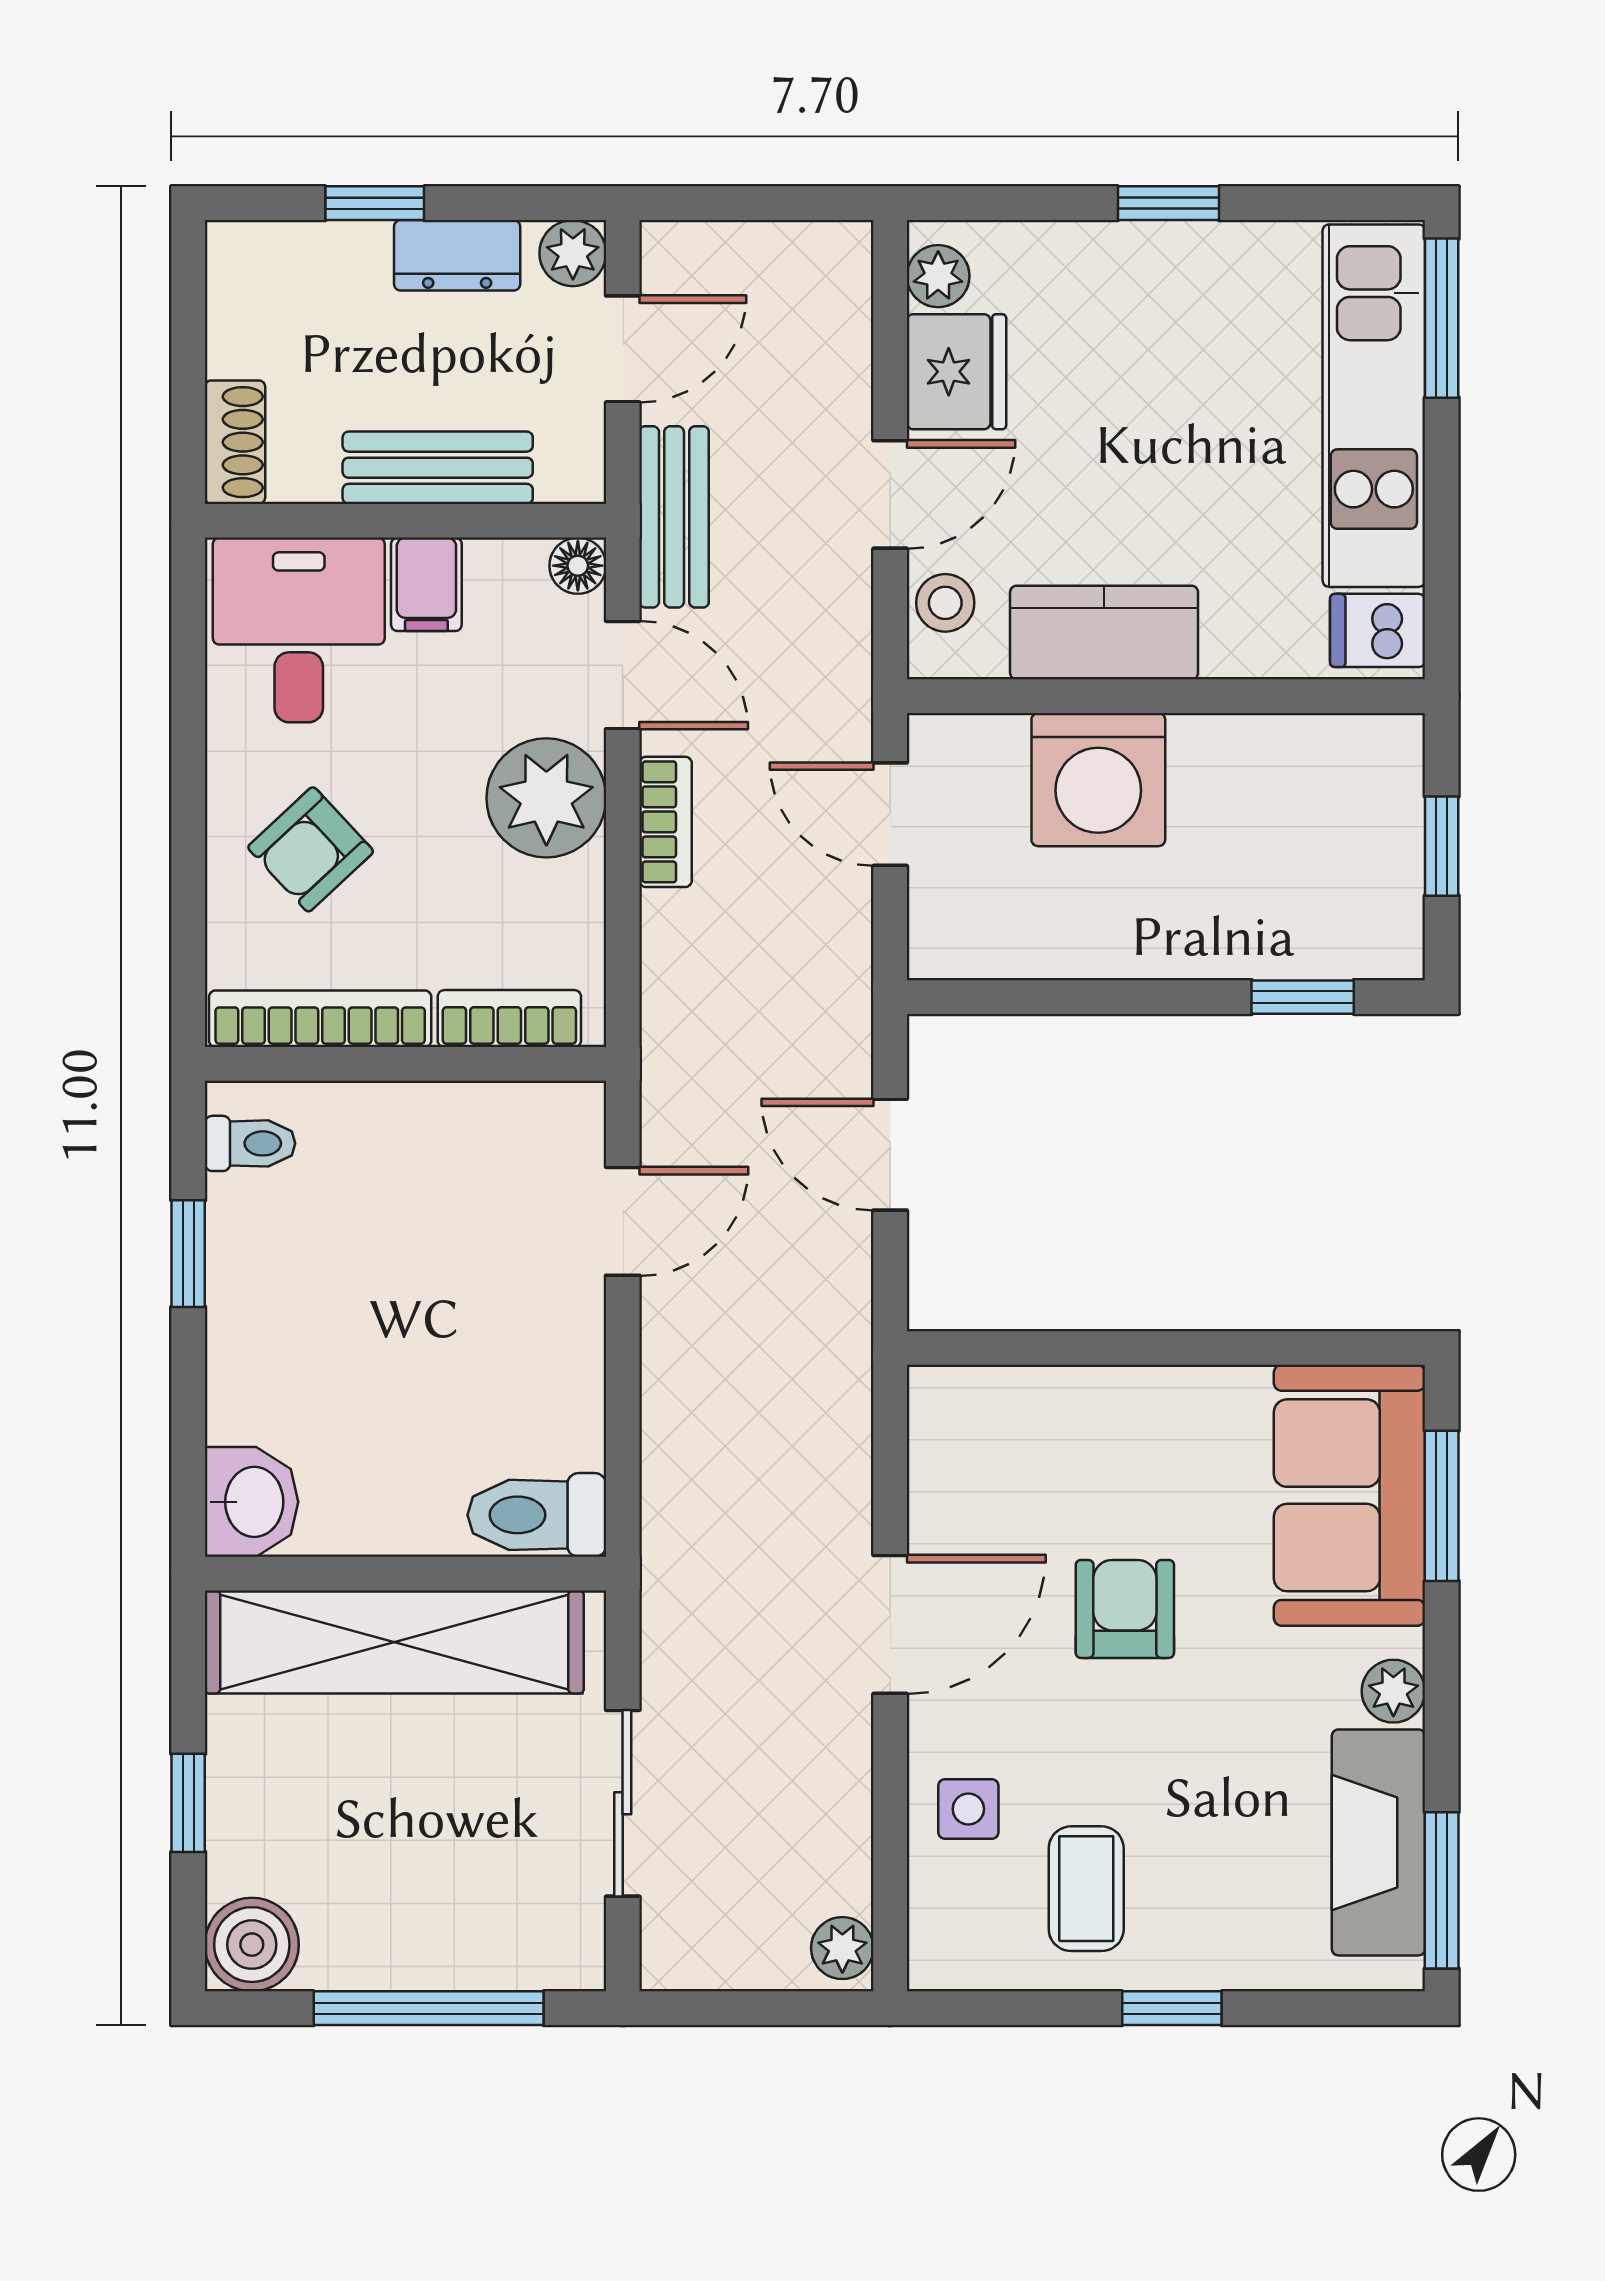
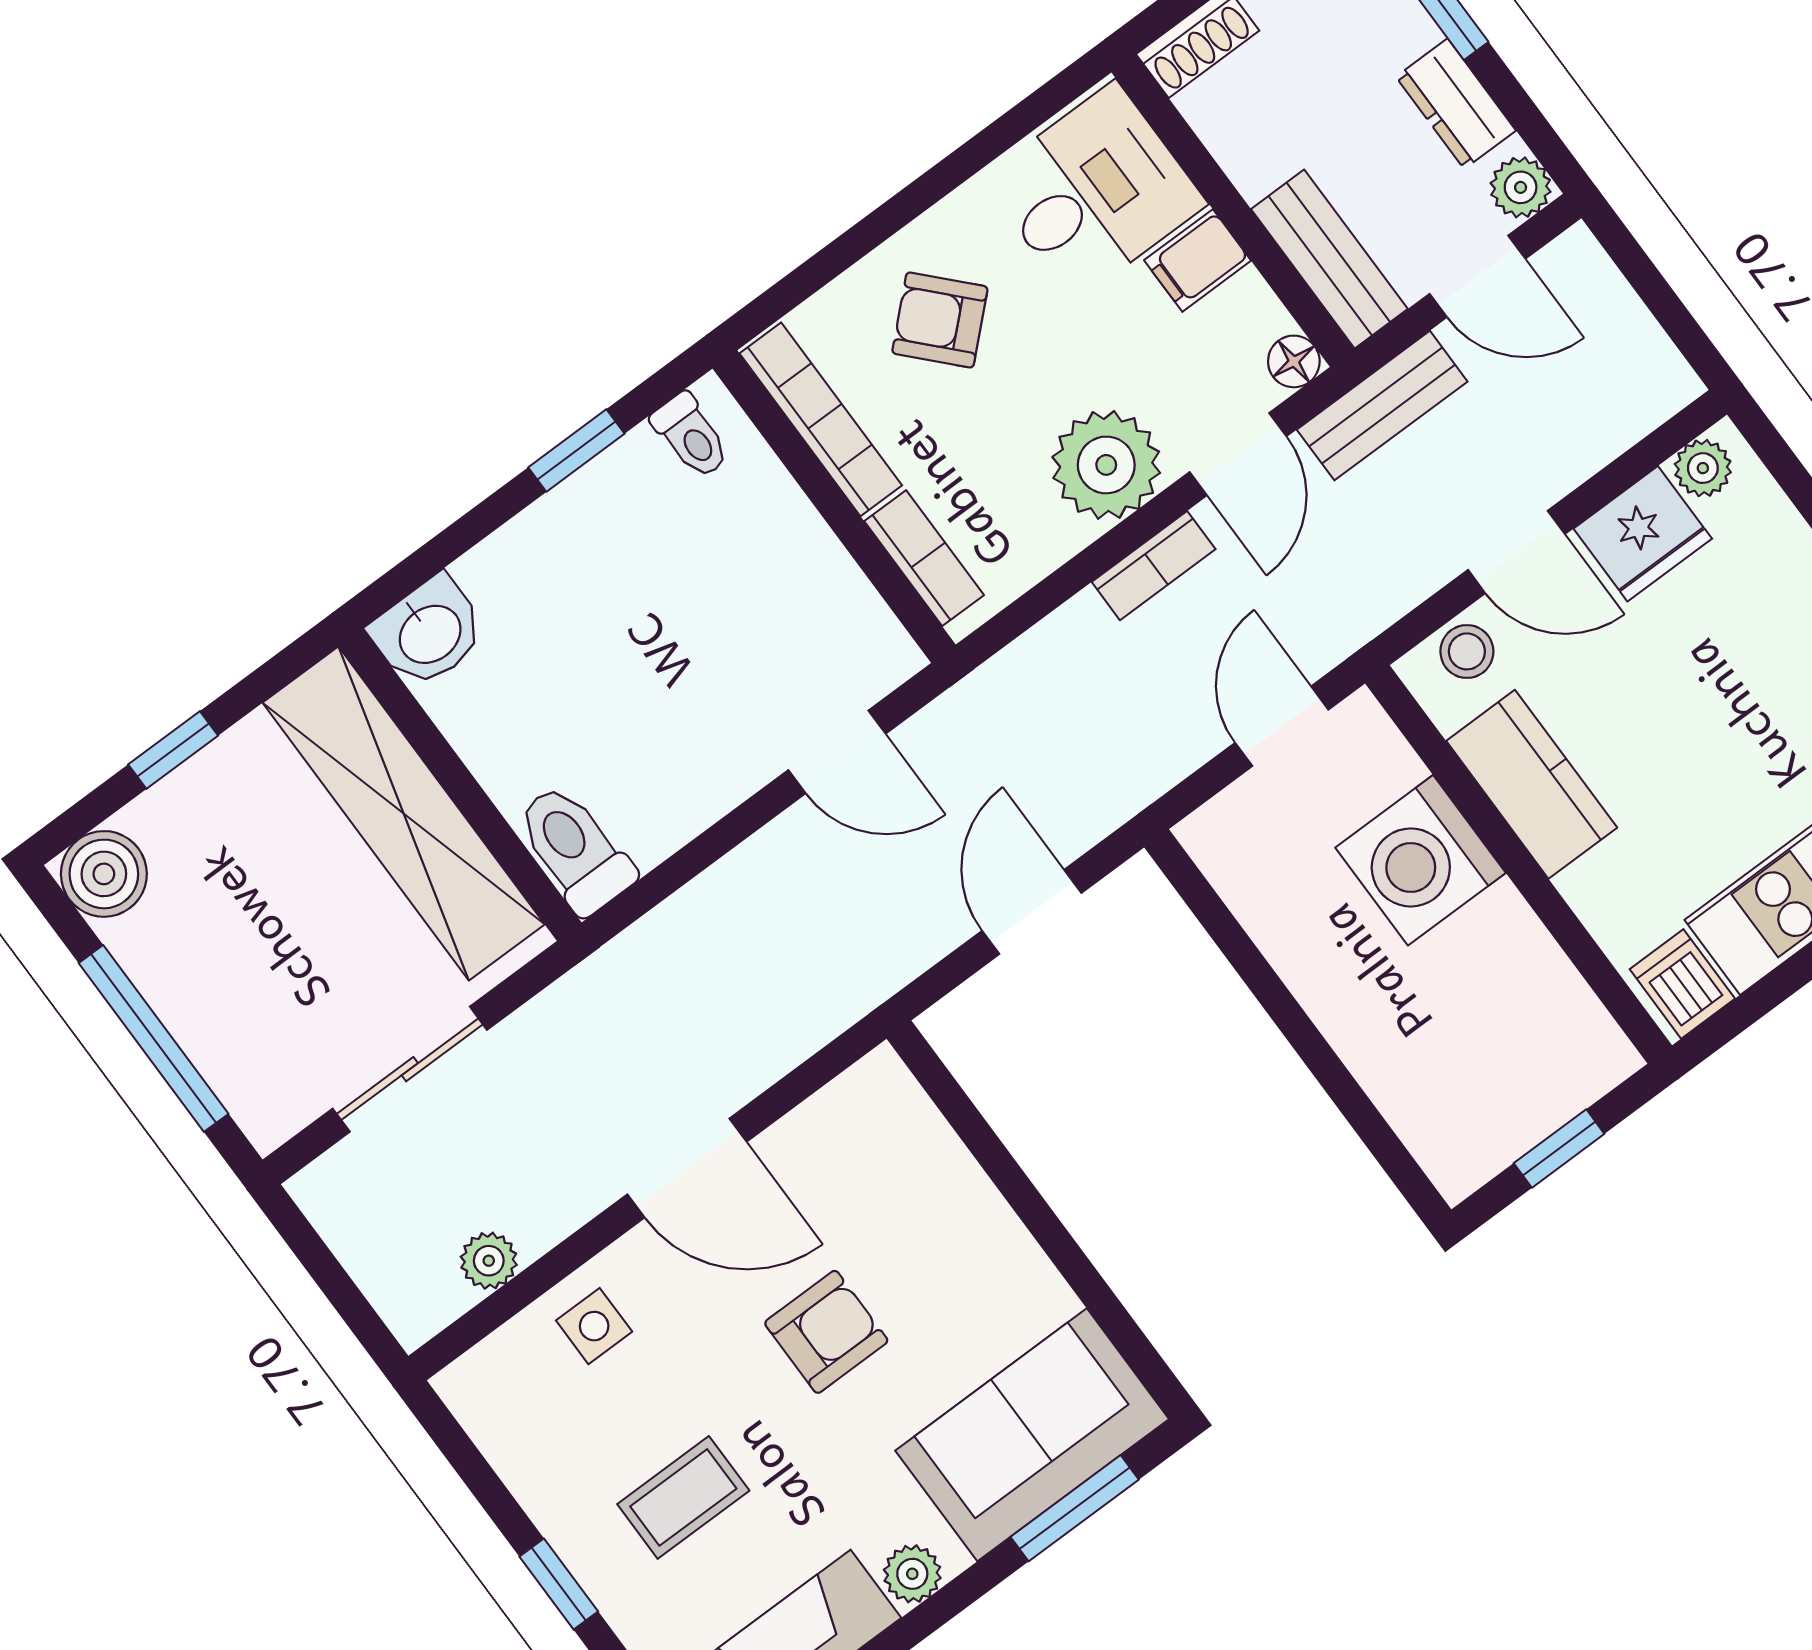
bench: (438, 468) -> (1329, 259), moved
window: (1303, 997) -> (1372, 1129), removed
coffee table: (1086, 1889) -> (683, 1497), moved
plant: (842, 1948) -> (489, 1261), moved

